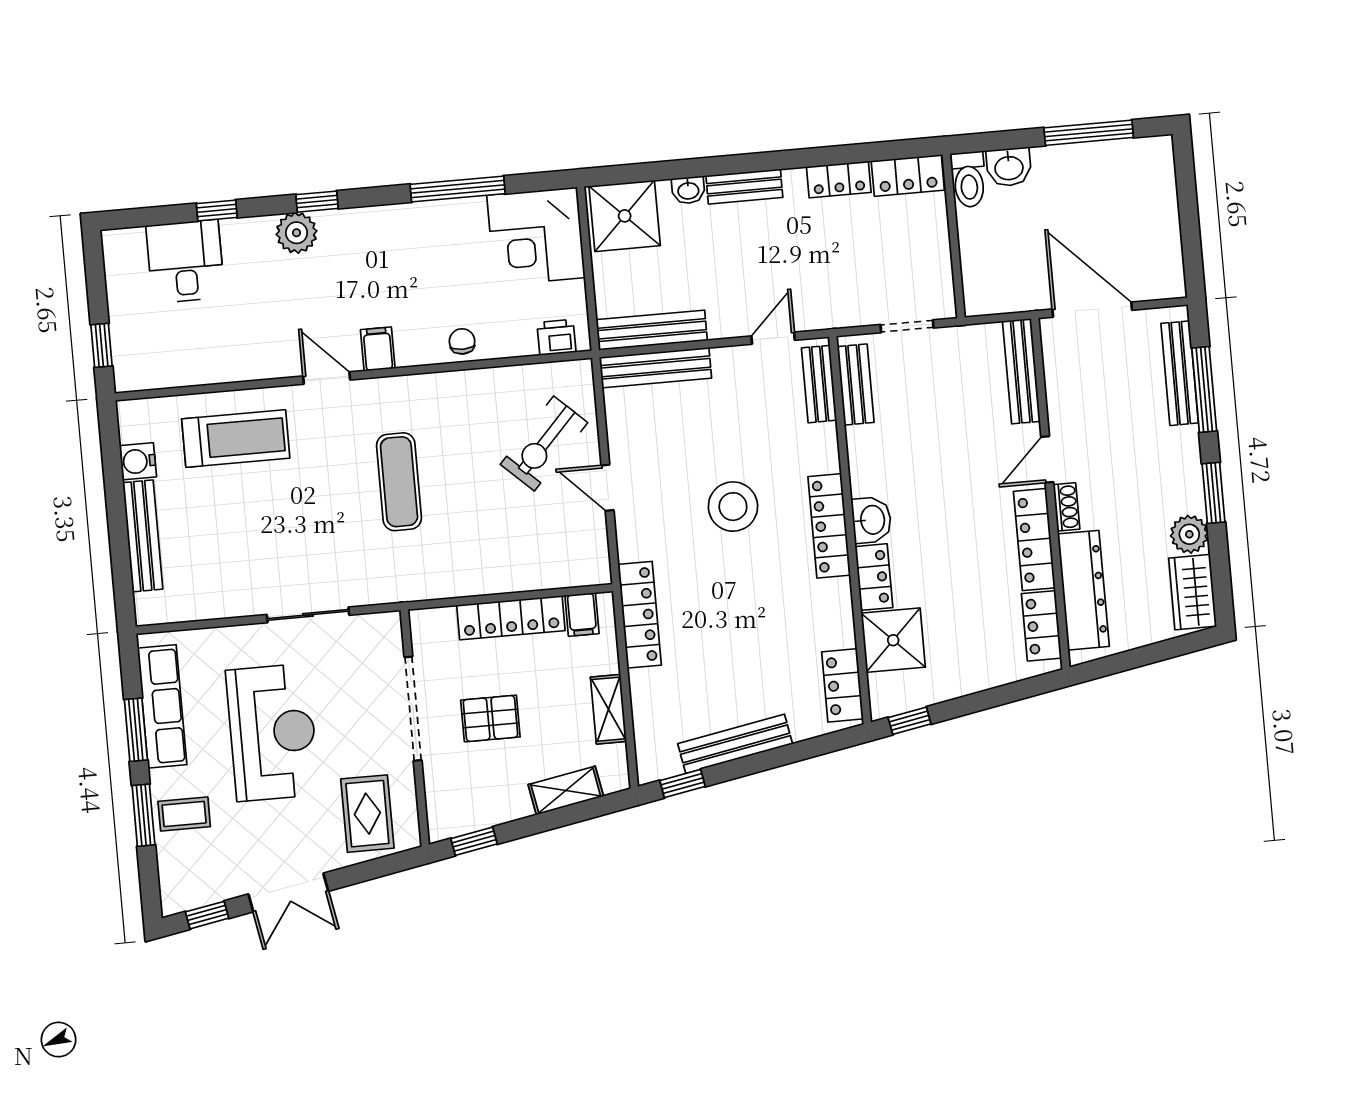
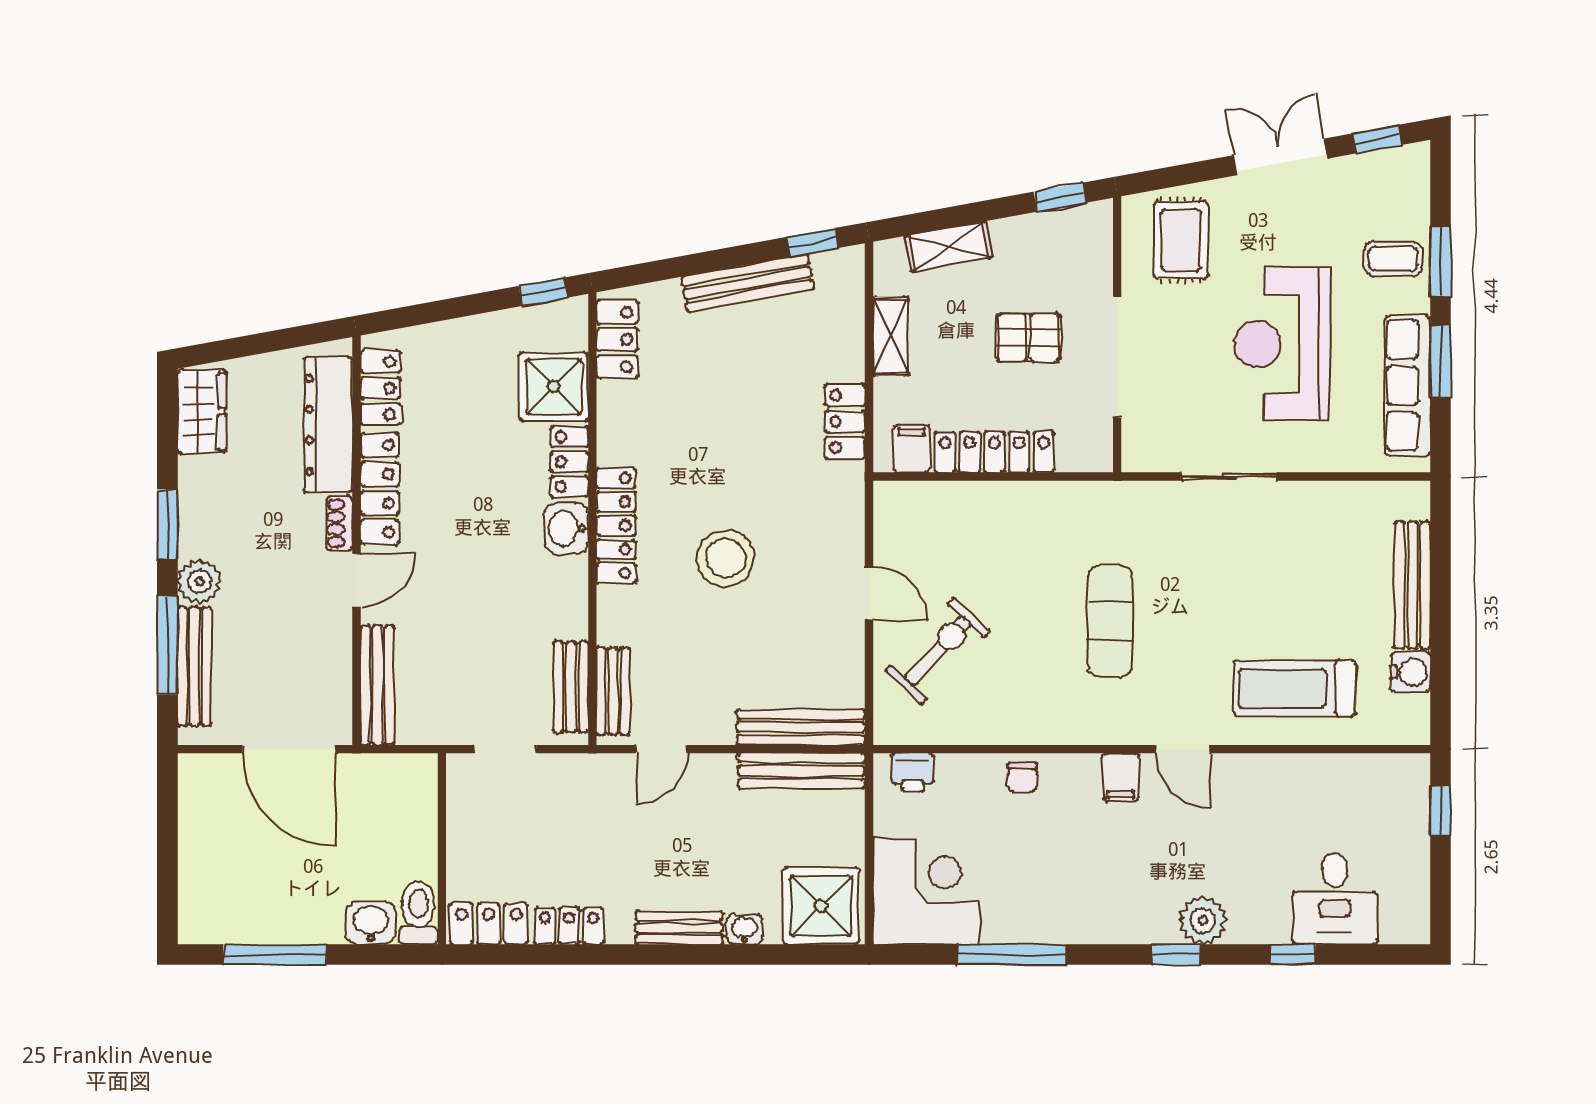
plant: (1189, 534) -> (200, 581), moved
locker: (640, 615) -> (845, 422), width x0.66

